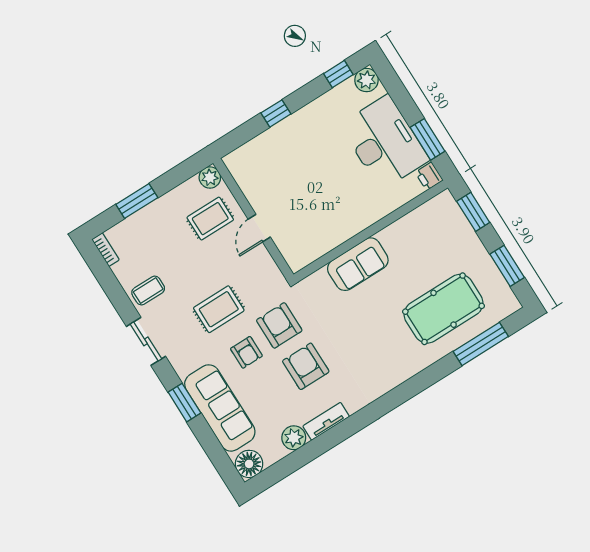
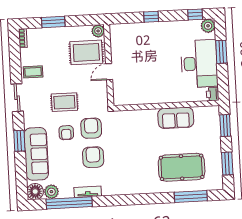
window: (427, 139) -> (221, 52), moved
rug: (210, 219) -> (86, 52), width x1.36, depth x1.43
sofa: (358, 264) -> (176, 118), moved
plant: (294, 438) -> (51, 192), moved
window: (308, 453) -> (69, 203), added

